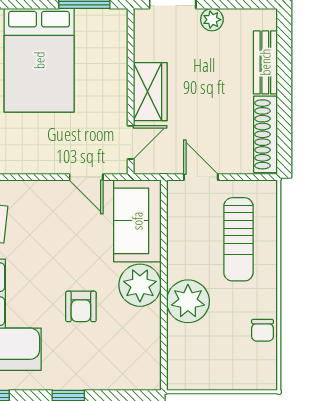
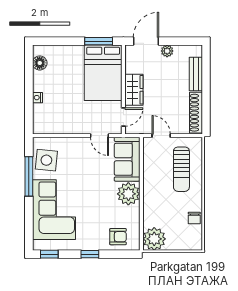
bed: (39, 60) -> (103, 73), moved
plant: (188, 301) -> (154, 239), moved
armchair: (81, 306) -> (118, 237), moved, turned -90

